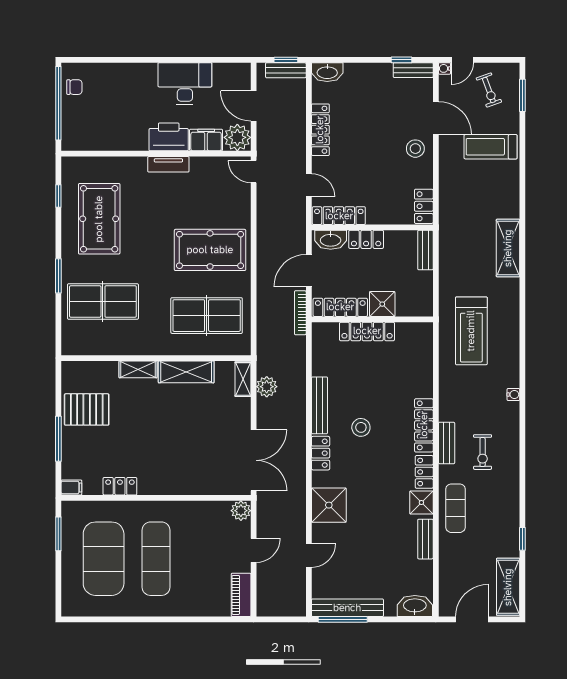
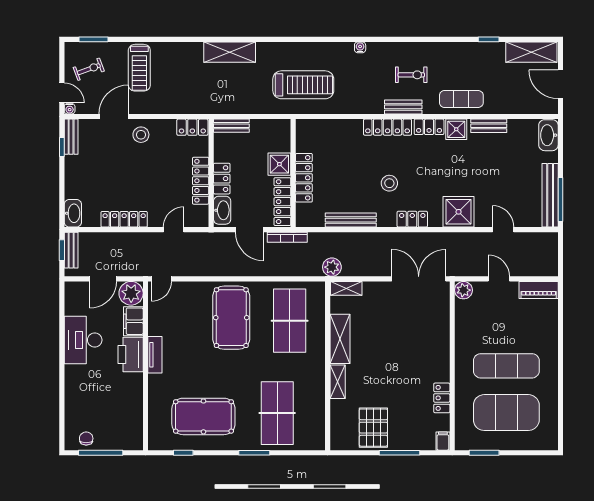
window: (58, 103) -> (101, 453), width x0.68
locker: (339, 216) -> (201, 181), moved
plant: (267, 387) -> (332, 267), moved
bench: (320, 405) -> (351, 220), moved

